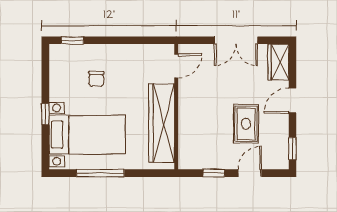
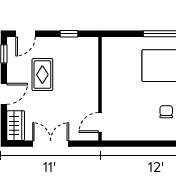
wardrobe: (162, 123) -> (112, 75), removed
door: (250, 173) -> (25, 34), moved

